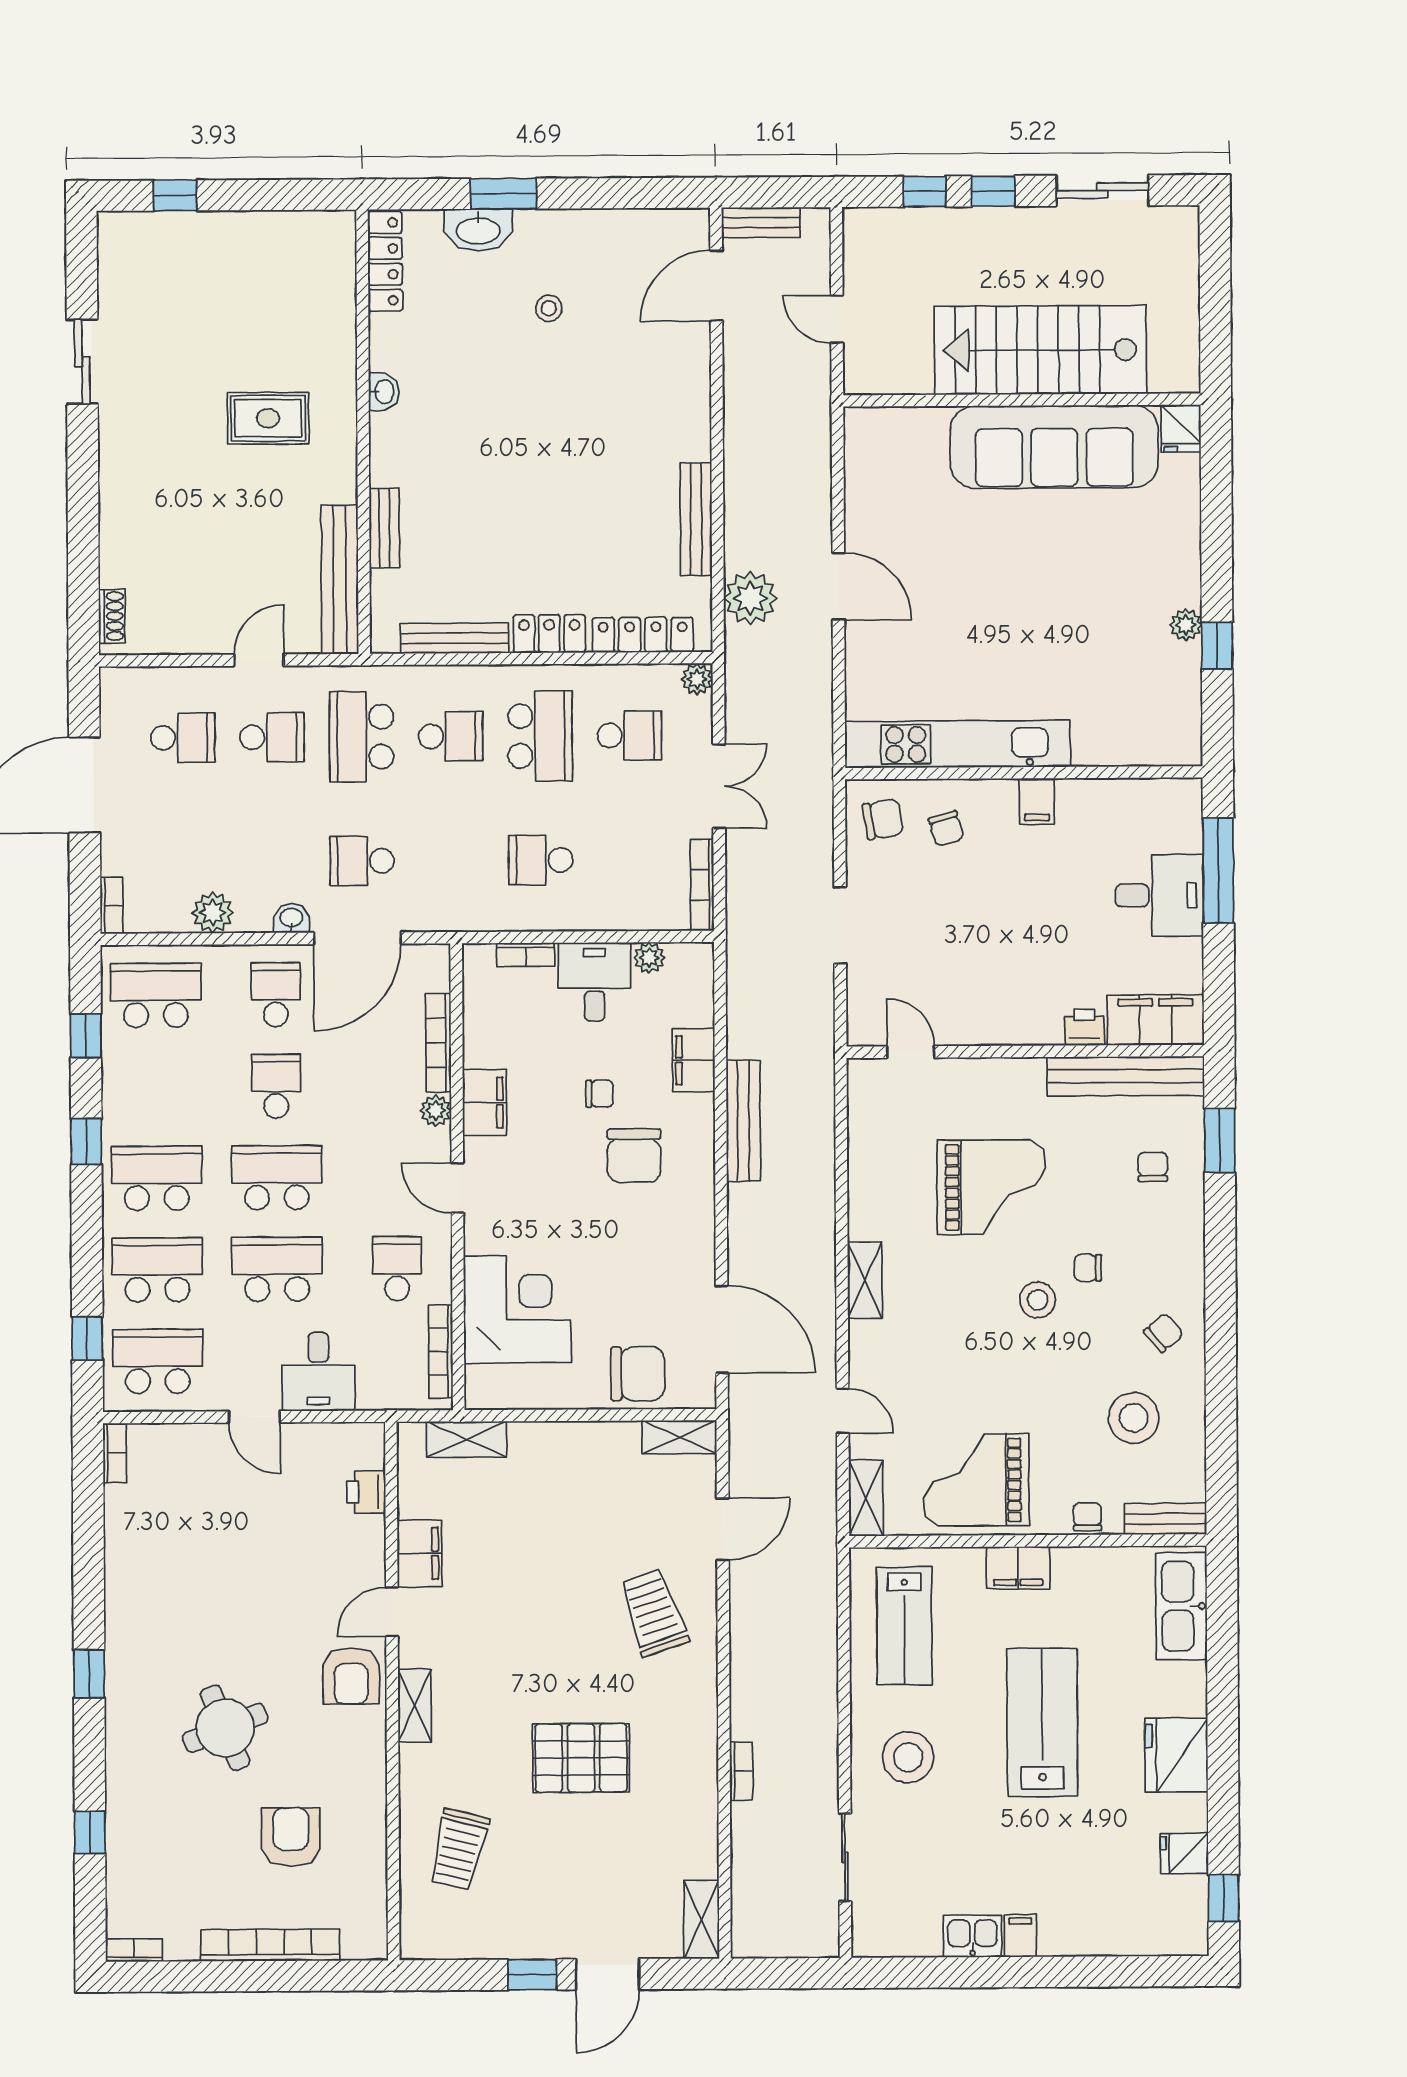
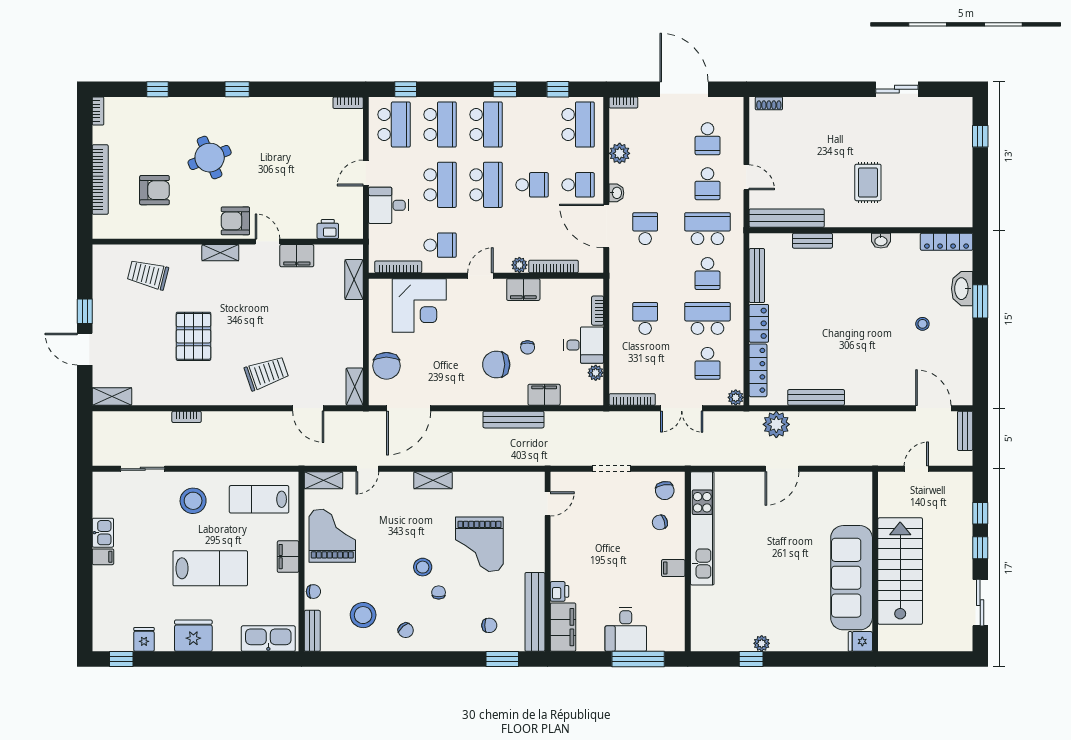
school desk: (540, 736) -> (708, 318), turned 180

